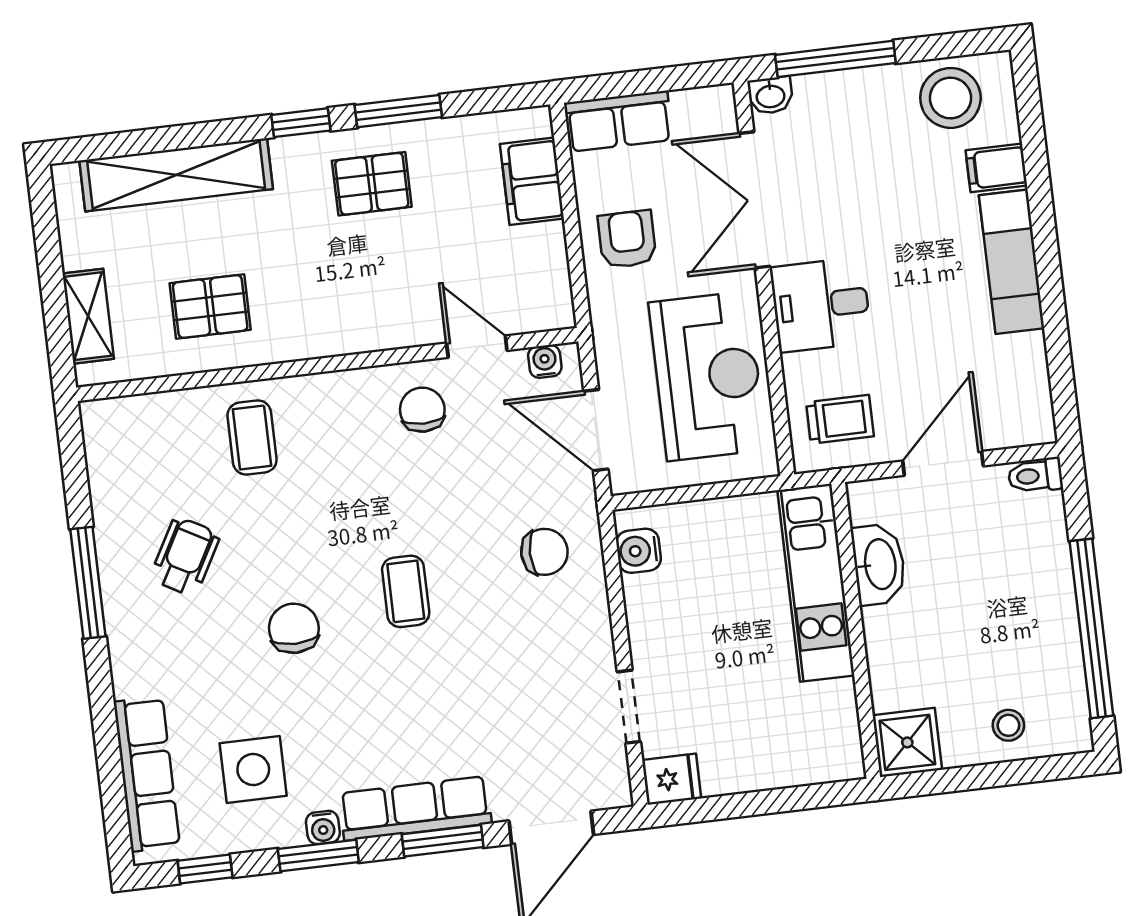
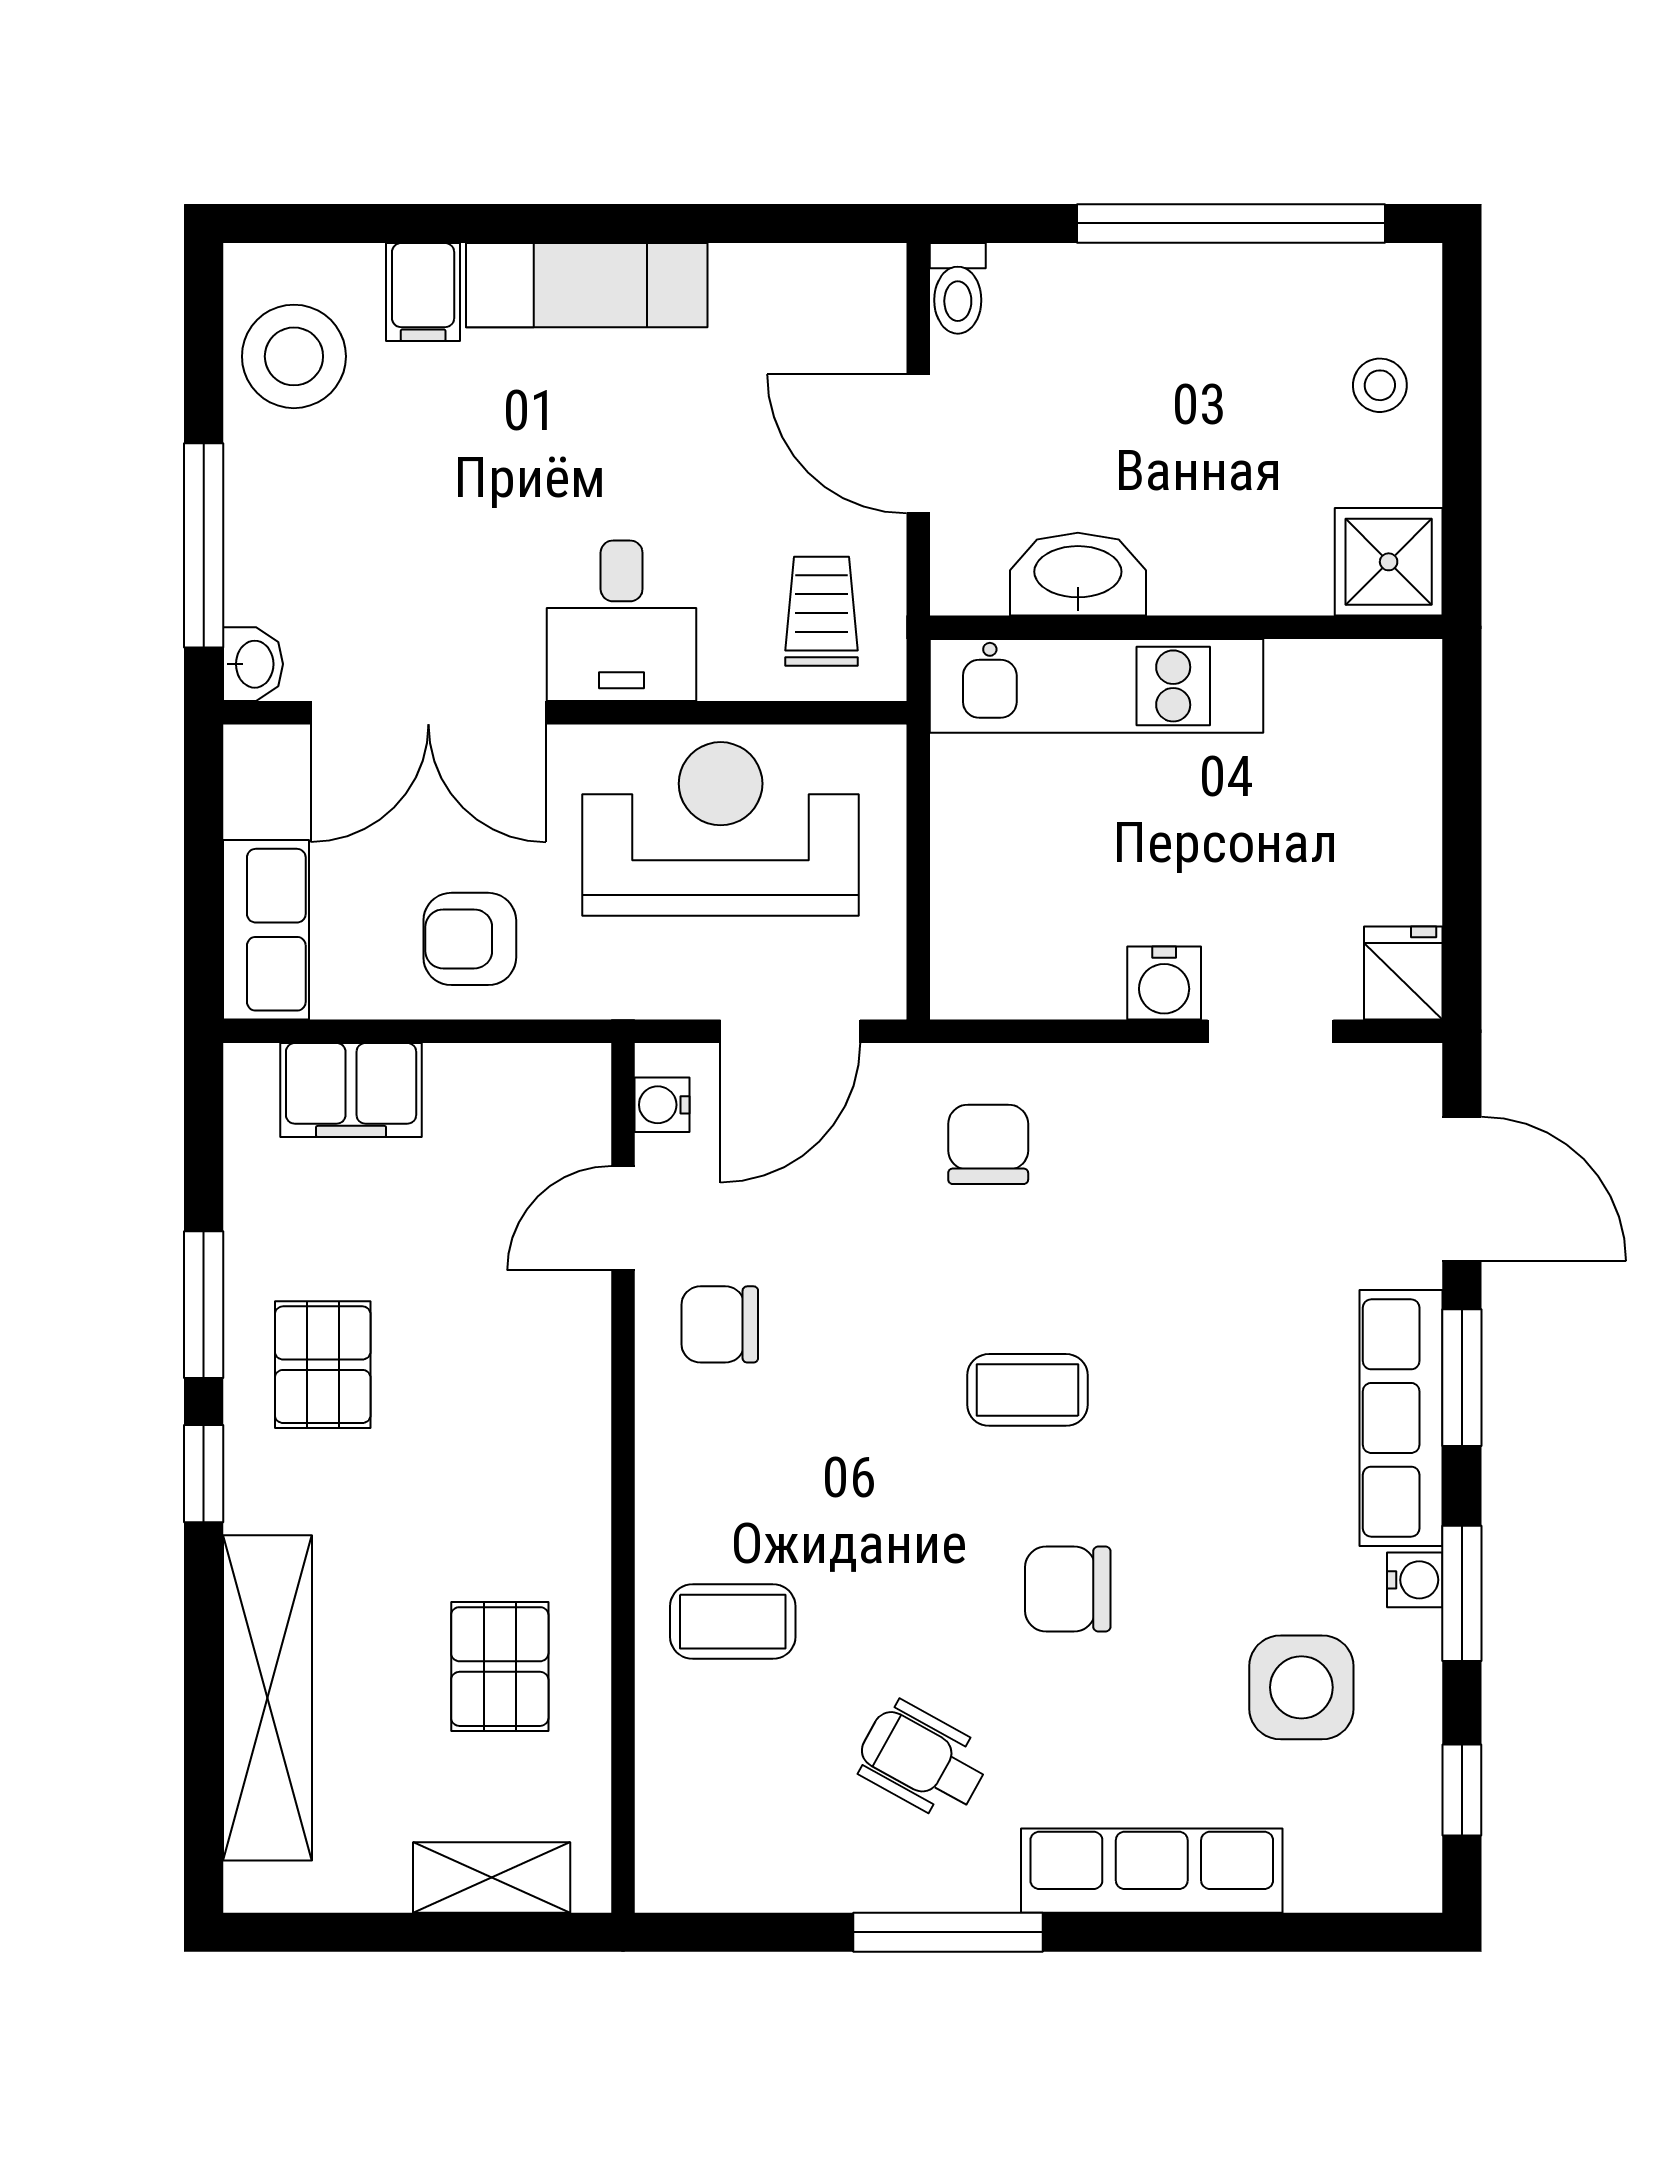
water cooler: (639, 551) -> (1164, 983), moved
row of seats: (147, 774) -> (1152, 1871), moved

